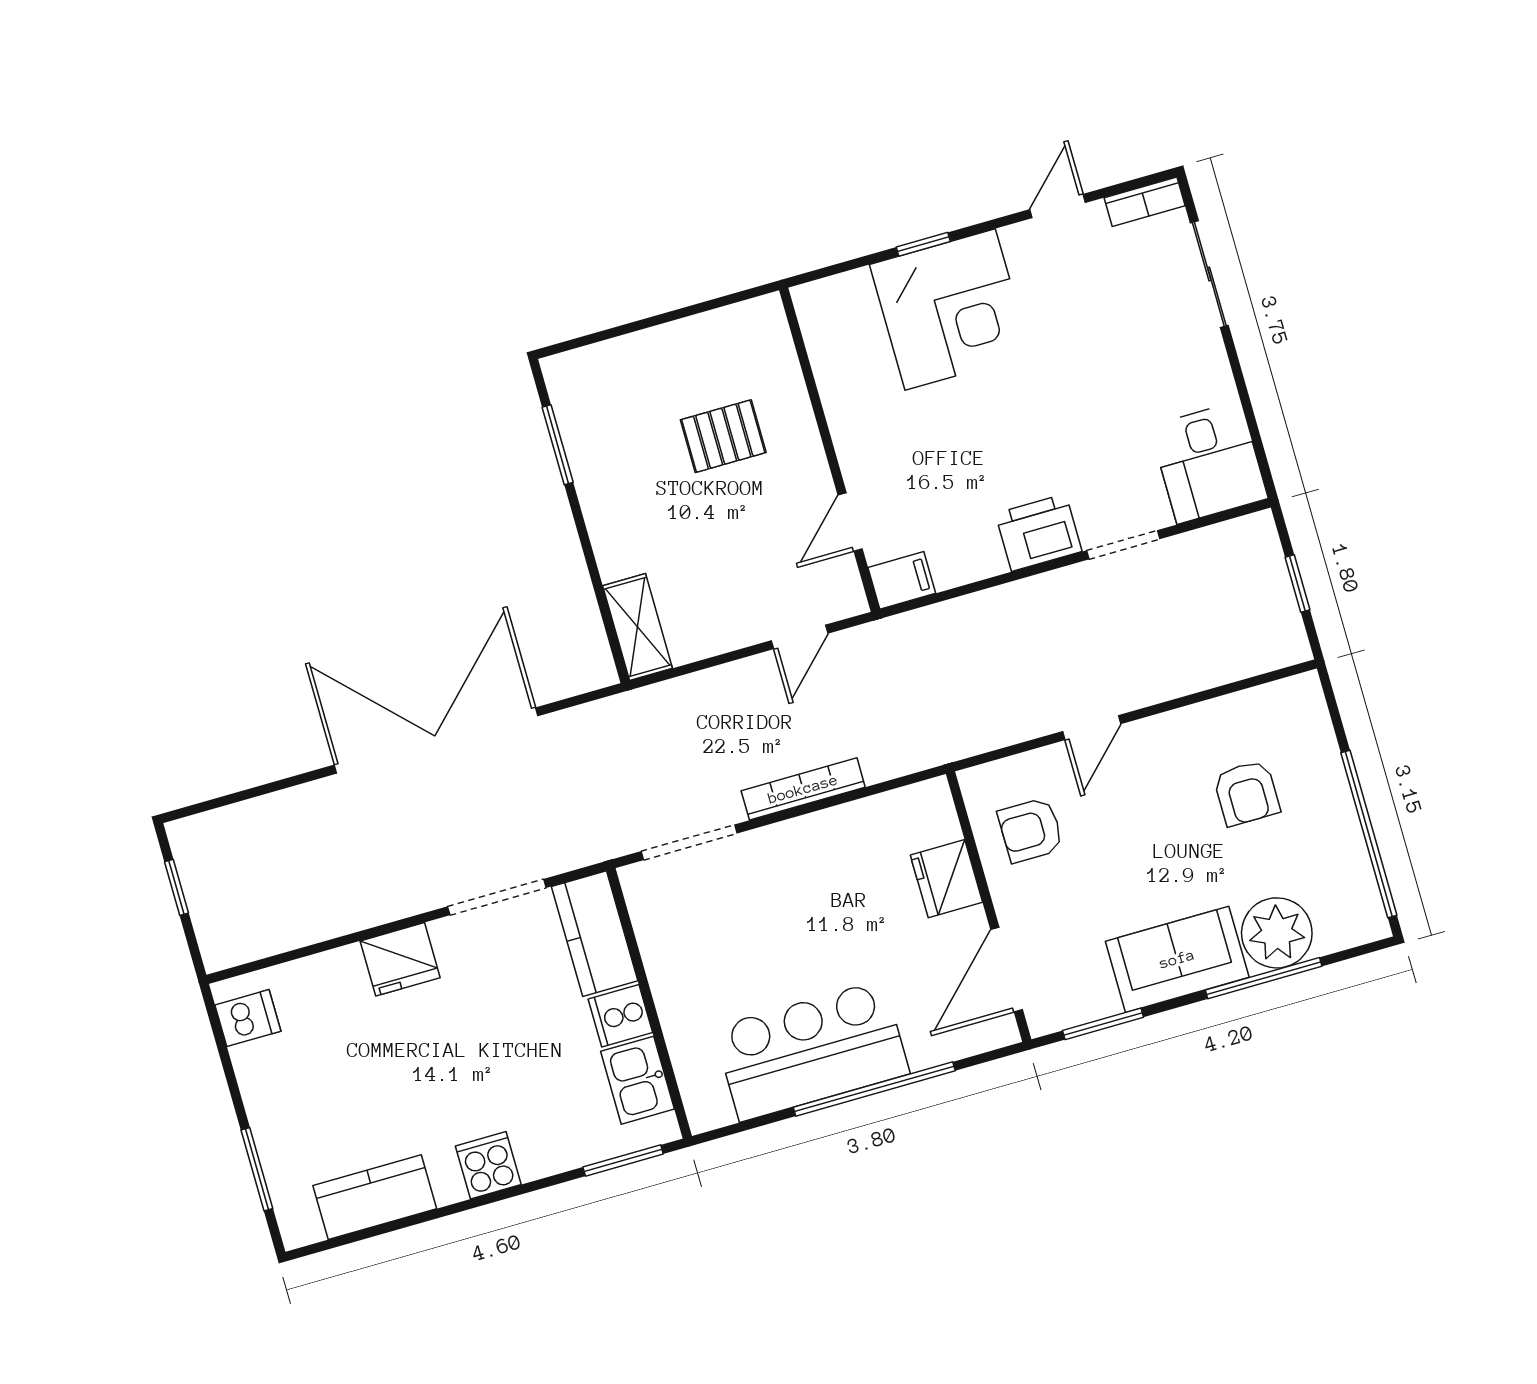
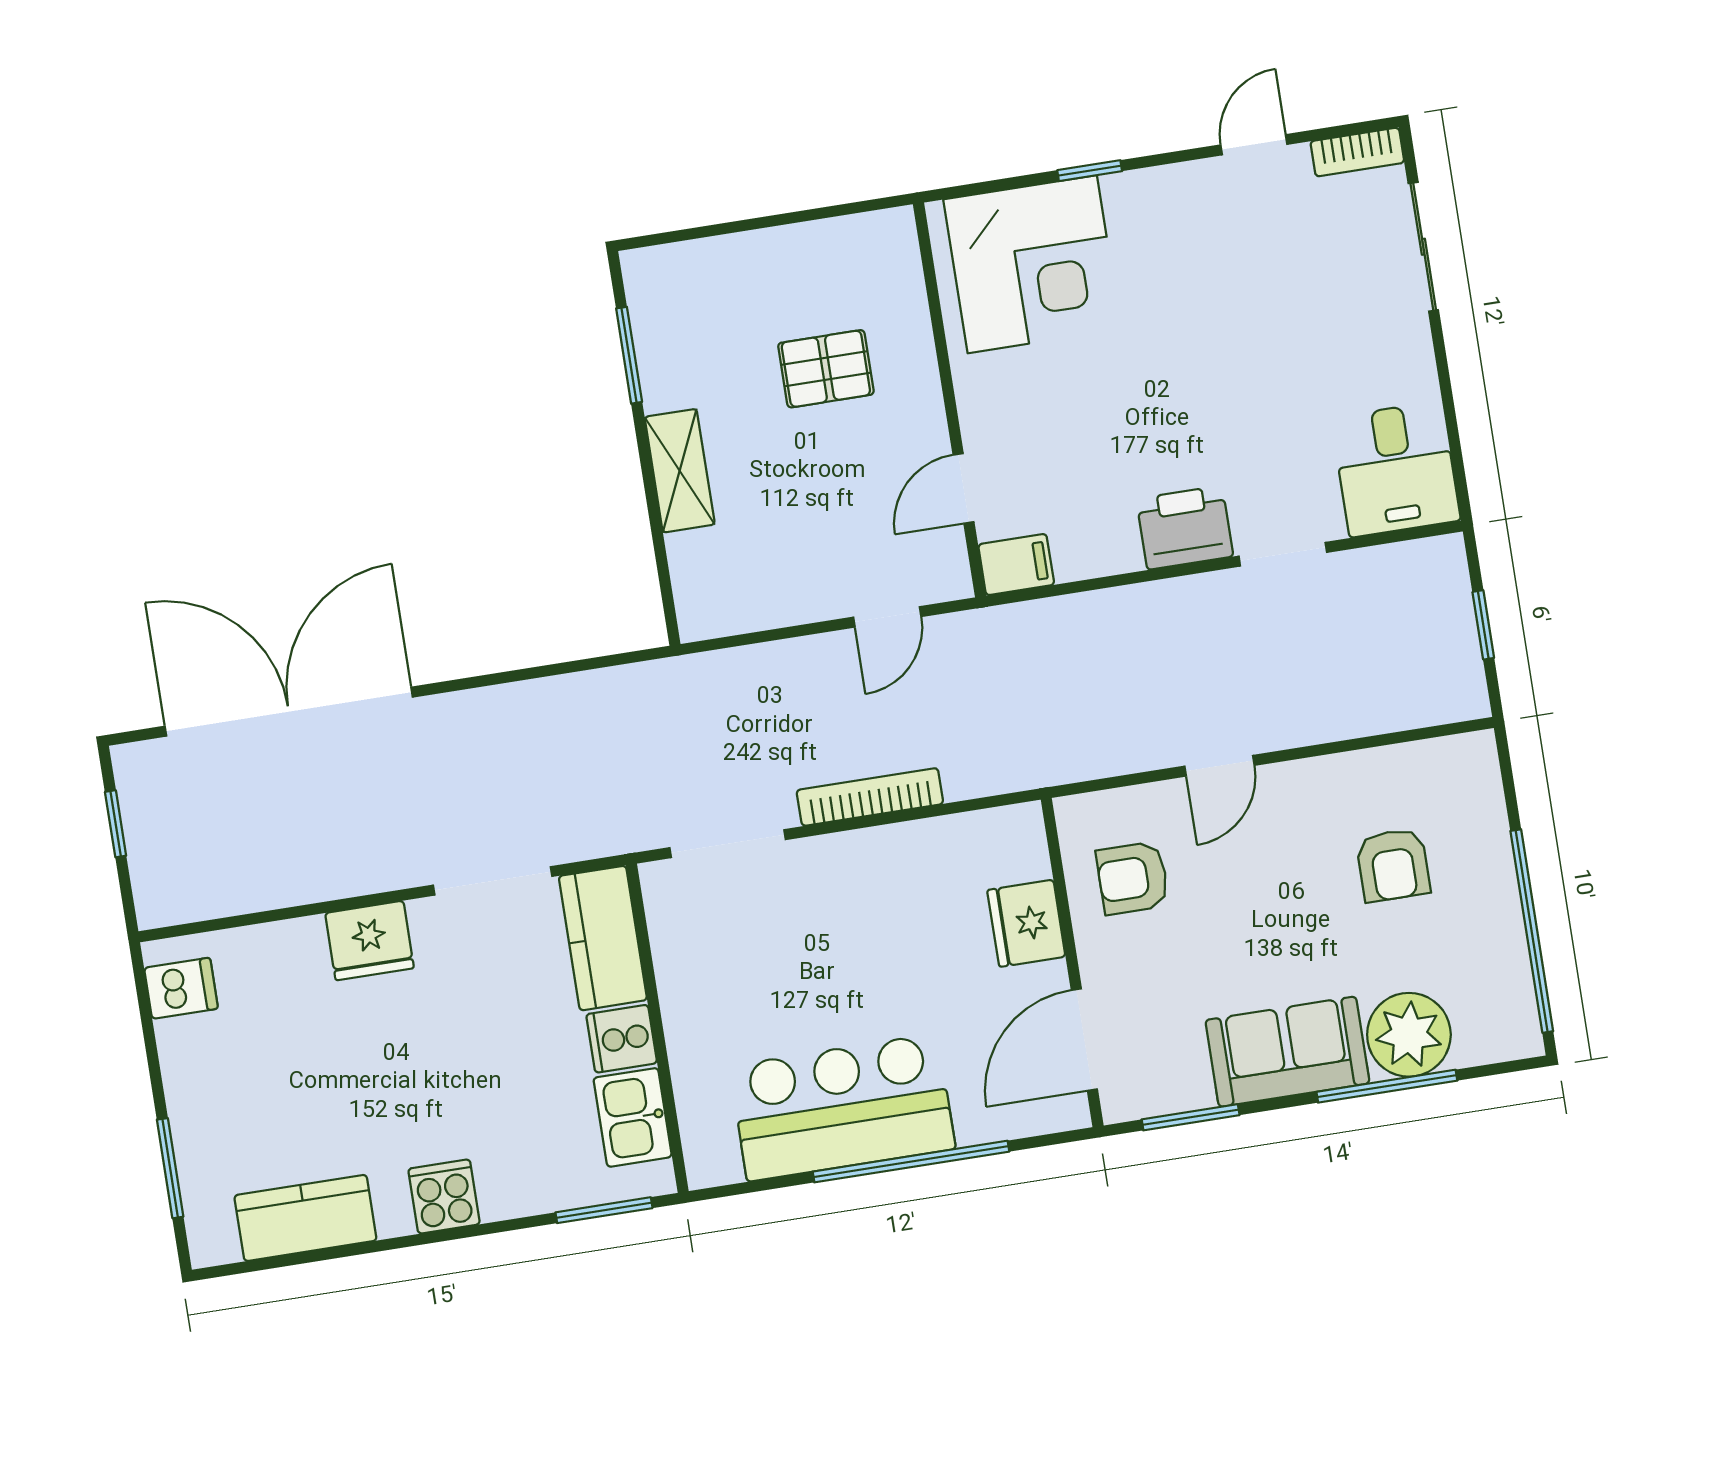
corner desk: (950, 309) -> (1032, 264), moved
shelving: (637, 627) -> (680, 471), moved
double door: (436, 740) -> (289, 712), moved

